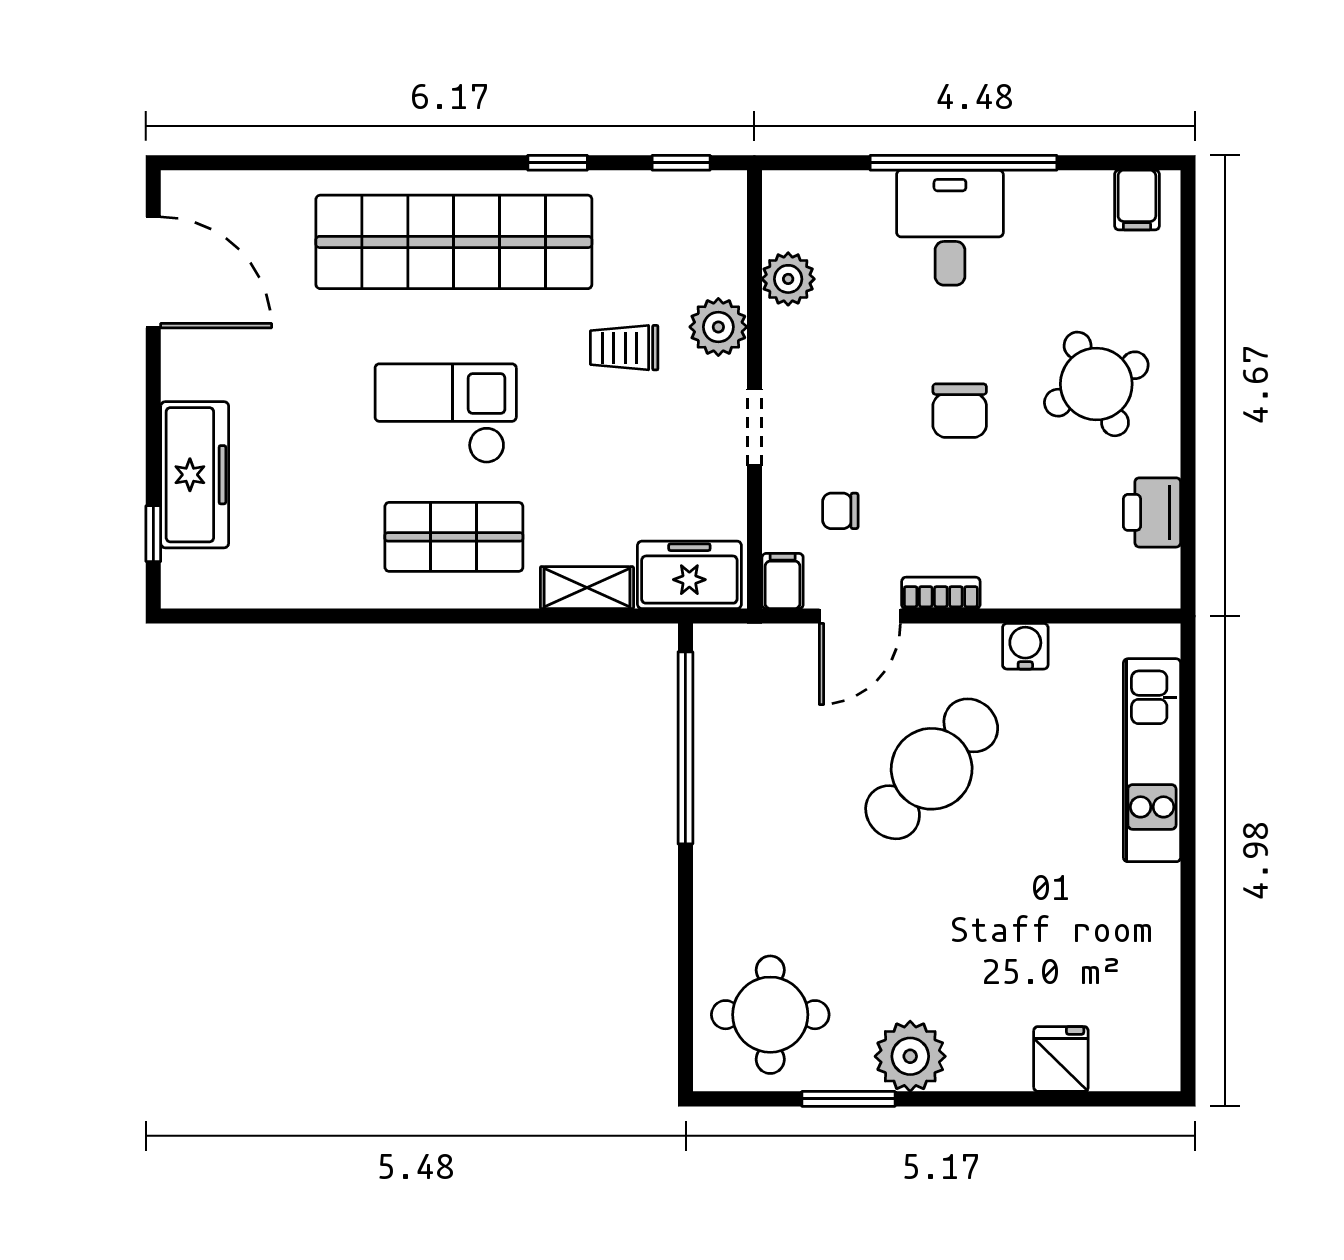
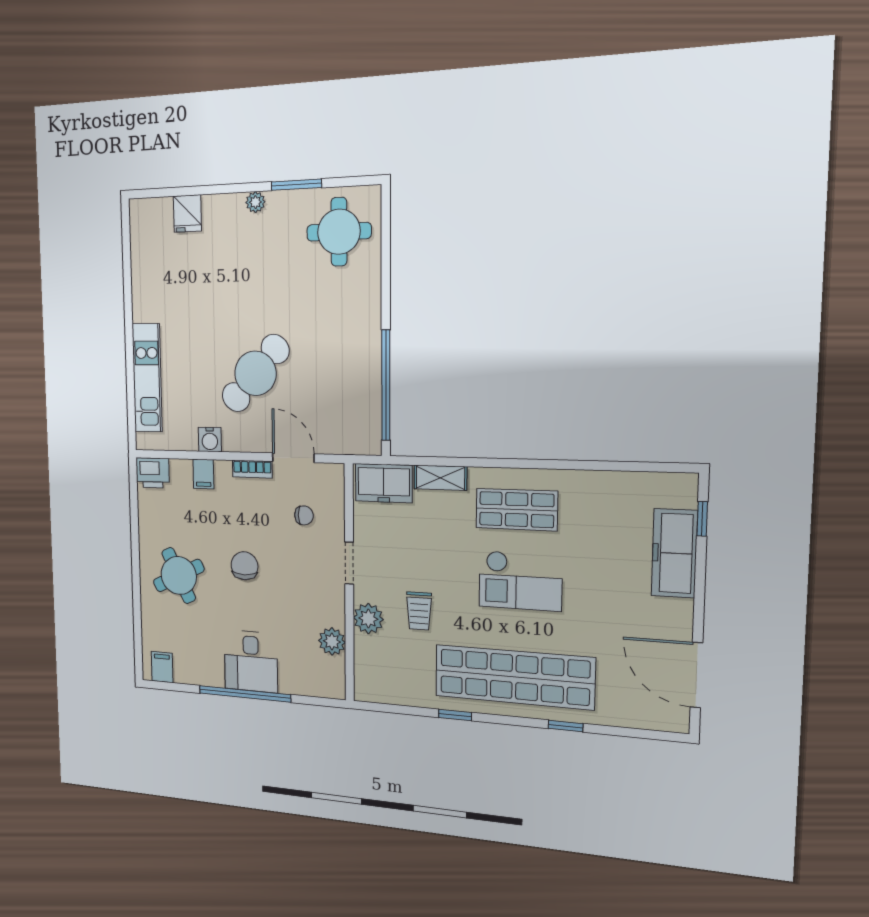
window: (681, 163) -> (566, 726), moved
trolley: (624, 348) -> (419, 611), turned 90
printer: (1152, 512) -> (153, 473), moved, turned 90
filing cabinet: (783, 581) -> (203, 474), moved
door: (860, 616) -> (293, 458), hinge flipped
plant: (910, 1056) -> (255, 202), width x0.53, depth x0.53

